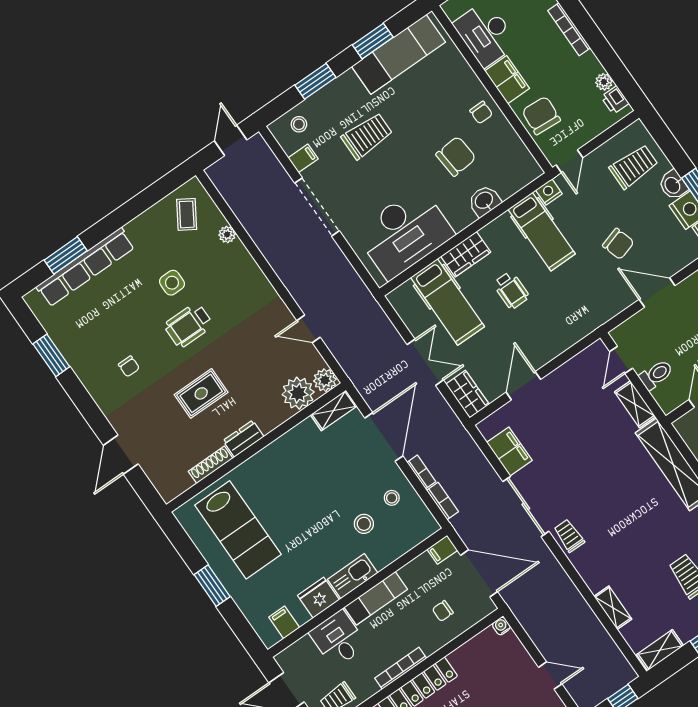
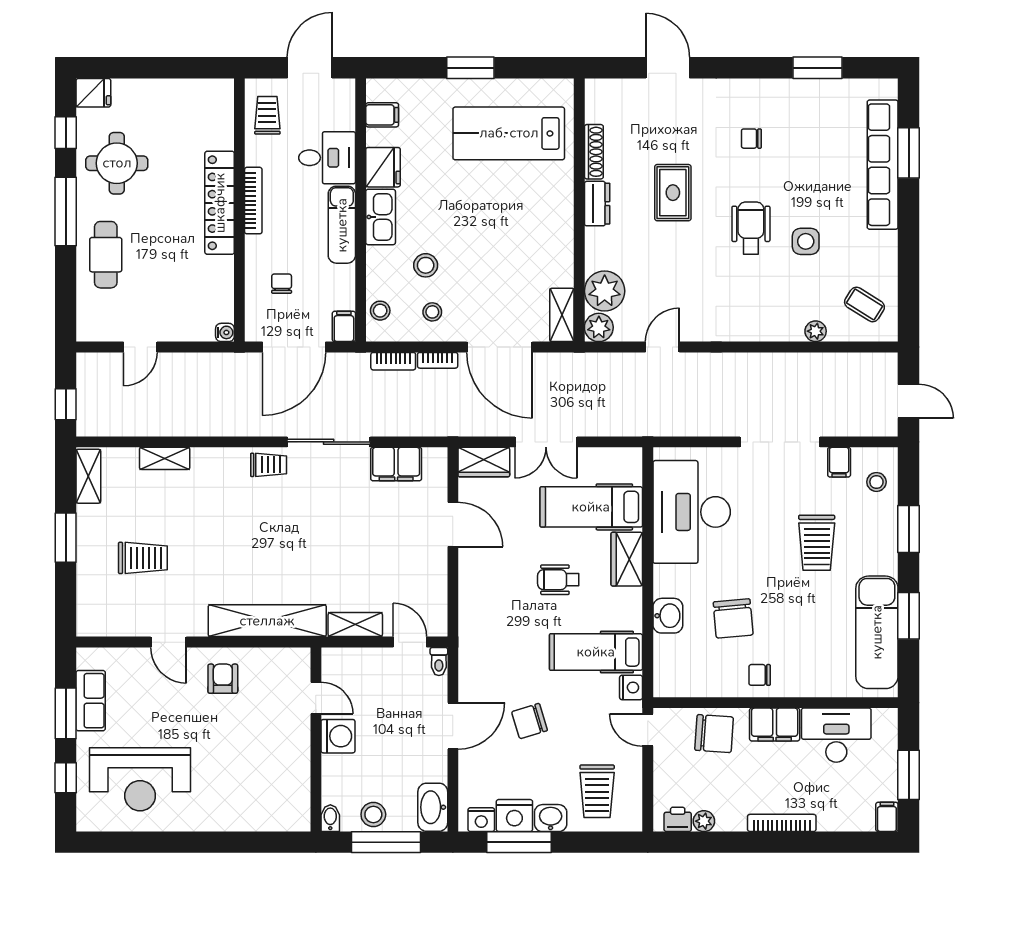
toilet: (656, 375) -> (439, 661), moved, width x0.73, depth x0.72
stool: (415, 533) -> (380, 311), added

